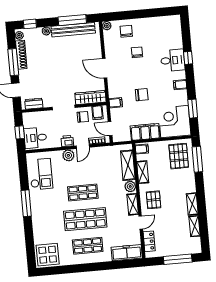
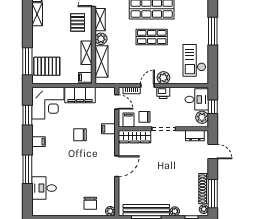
chair: (137, 52) -> (81, 180), removed
window: (188, 58) -> (27, 169), width x2.17
desk: (173, 60) -> (44, 188), moved
window: (13, 62) -> (213, 194), moved
door: (105, 68) -> (117, 166), hinge flipped
plant: (29, 121) -> (202, 117), added
pallet: (179, 156) -> (47, 66), turned 90

